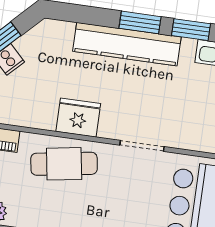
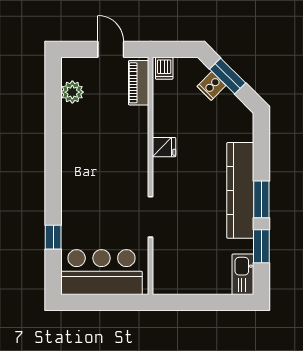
fridge: (78, 118) -> (164, 147), width x0.53, depth x0.75
cafe table: (64, 164) -> (125, 149), removed

